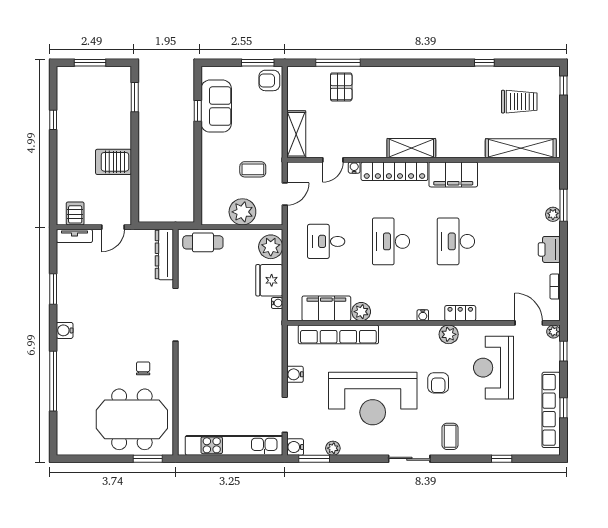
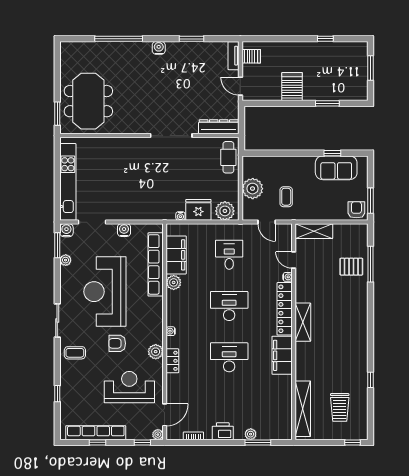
window: (135, 97) -> (327, 103), moved
chair: (143, 368) -> (129, 110), removed

